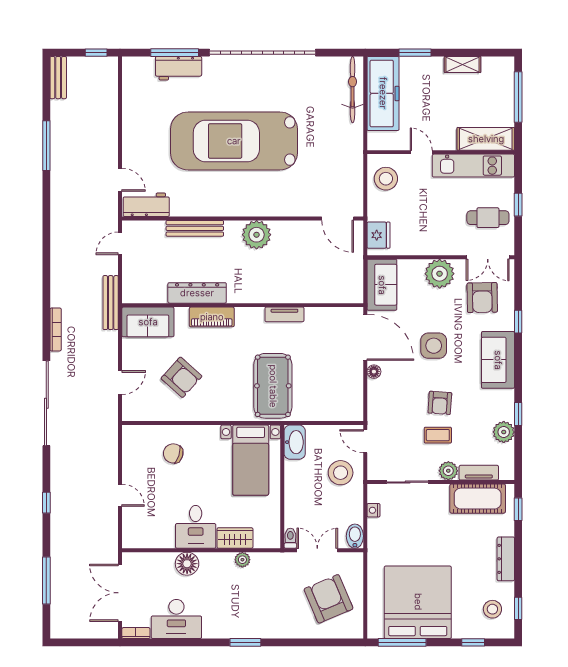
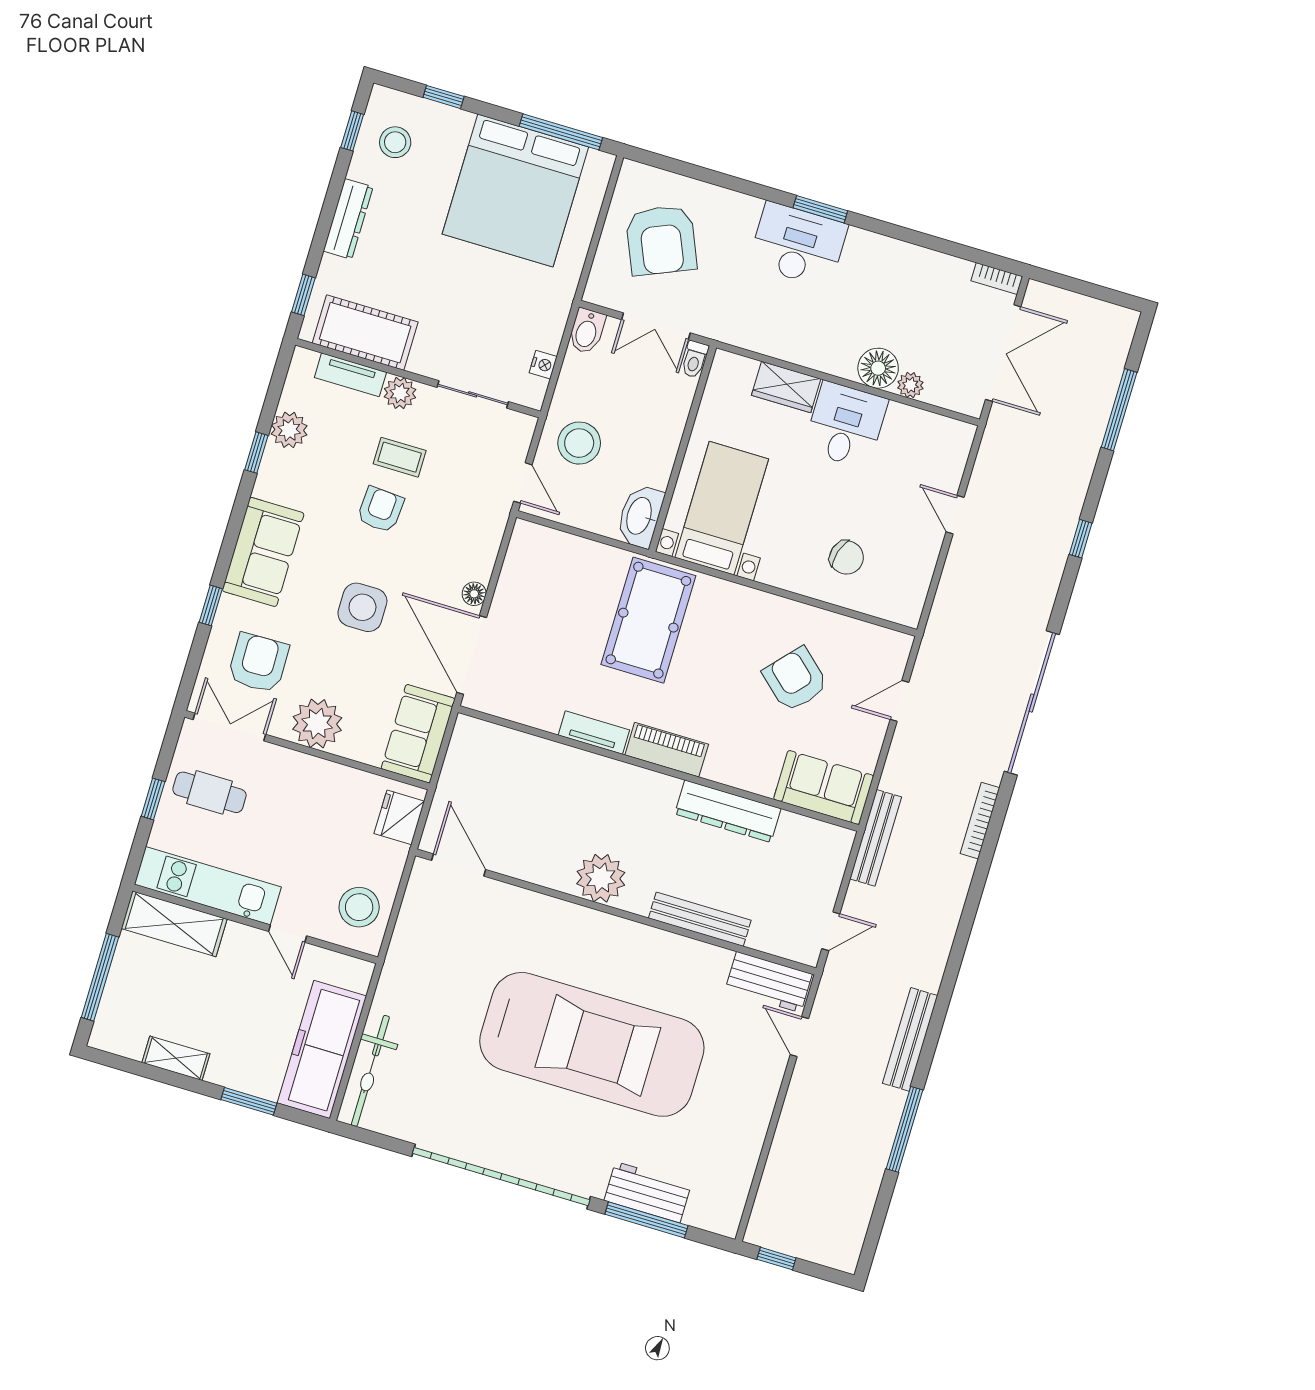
bench: (58, 78) -> (910, 1039), moved, width x1.36
piano: (212, 317) -> (667, 750), moved
plant: (242, 560) -> (910, 385), moved
desk: (176, 619) -> (798, 245), moved

